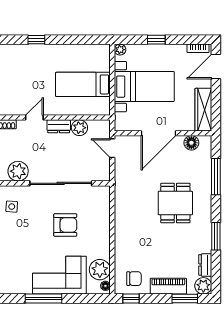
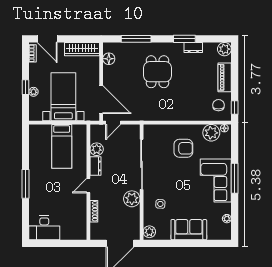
window: (36, 40) -> (25, 184), width x2.17
plant: (120, 50) -> (34, 92), moved
door: (34, 118) -> (88, 186), hinge flipped
door: (159, 133) -> (101, 100), moved
dining table: (175, 203) -> (157, 72), turned 90
armchair: (65, 225) -> (183, 148), moved, turned 90
dresser: (205, 265) -> (193, 48), moved
corner sofa: (59, 275) -> (216, 181), moved
window: (185, 299) -> (235, 64), removed

